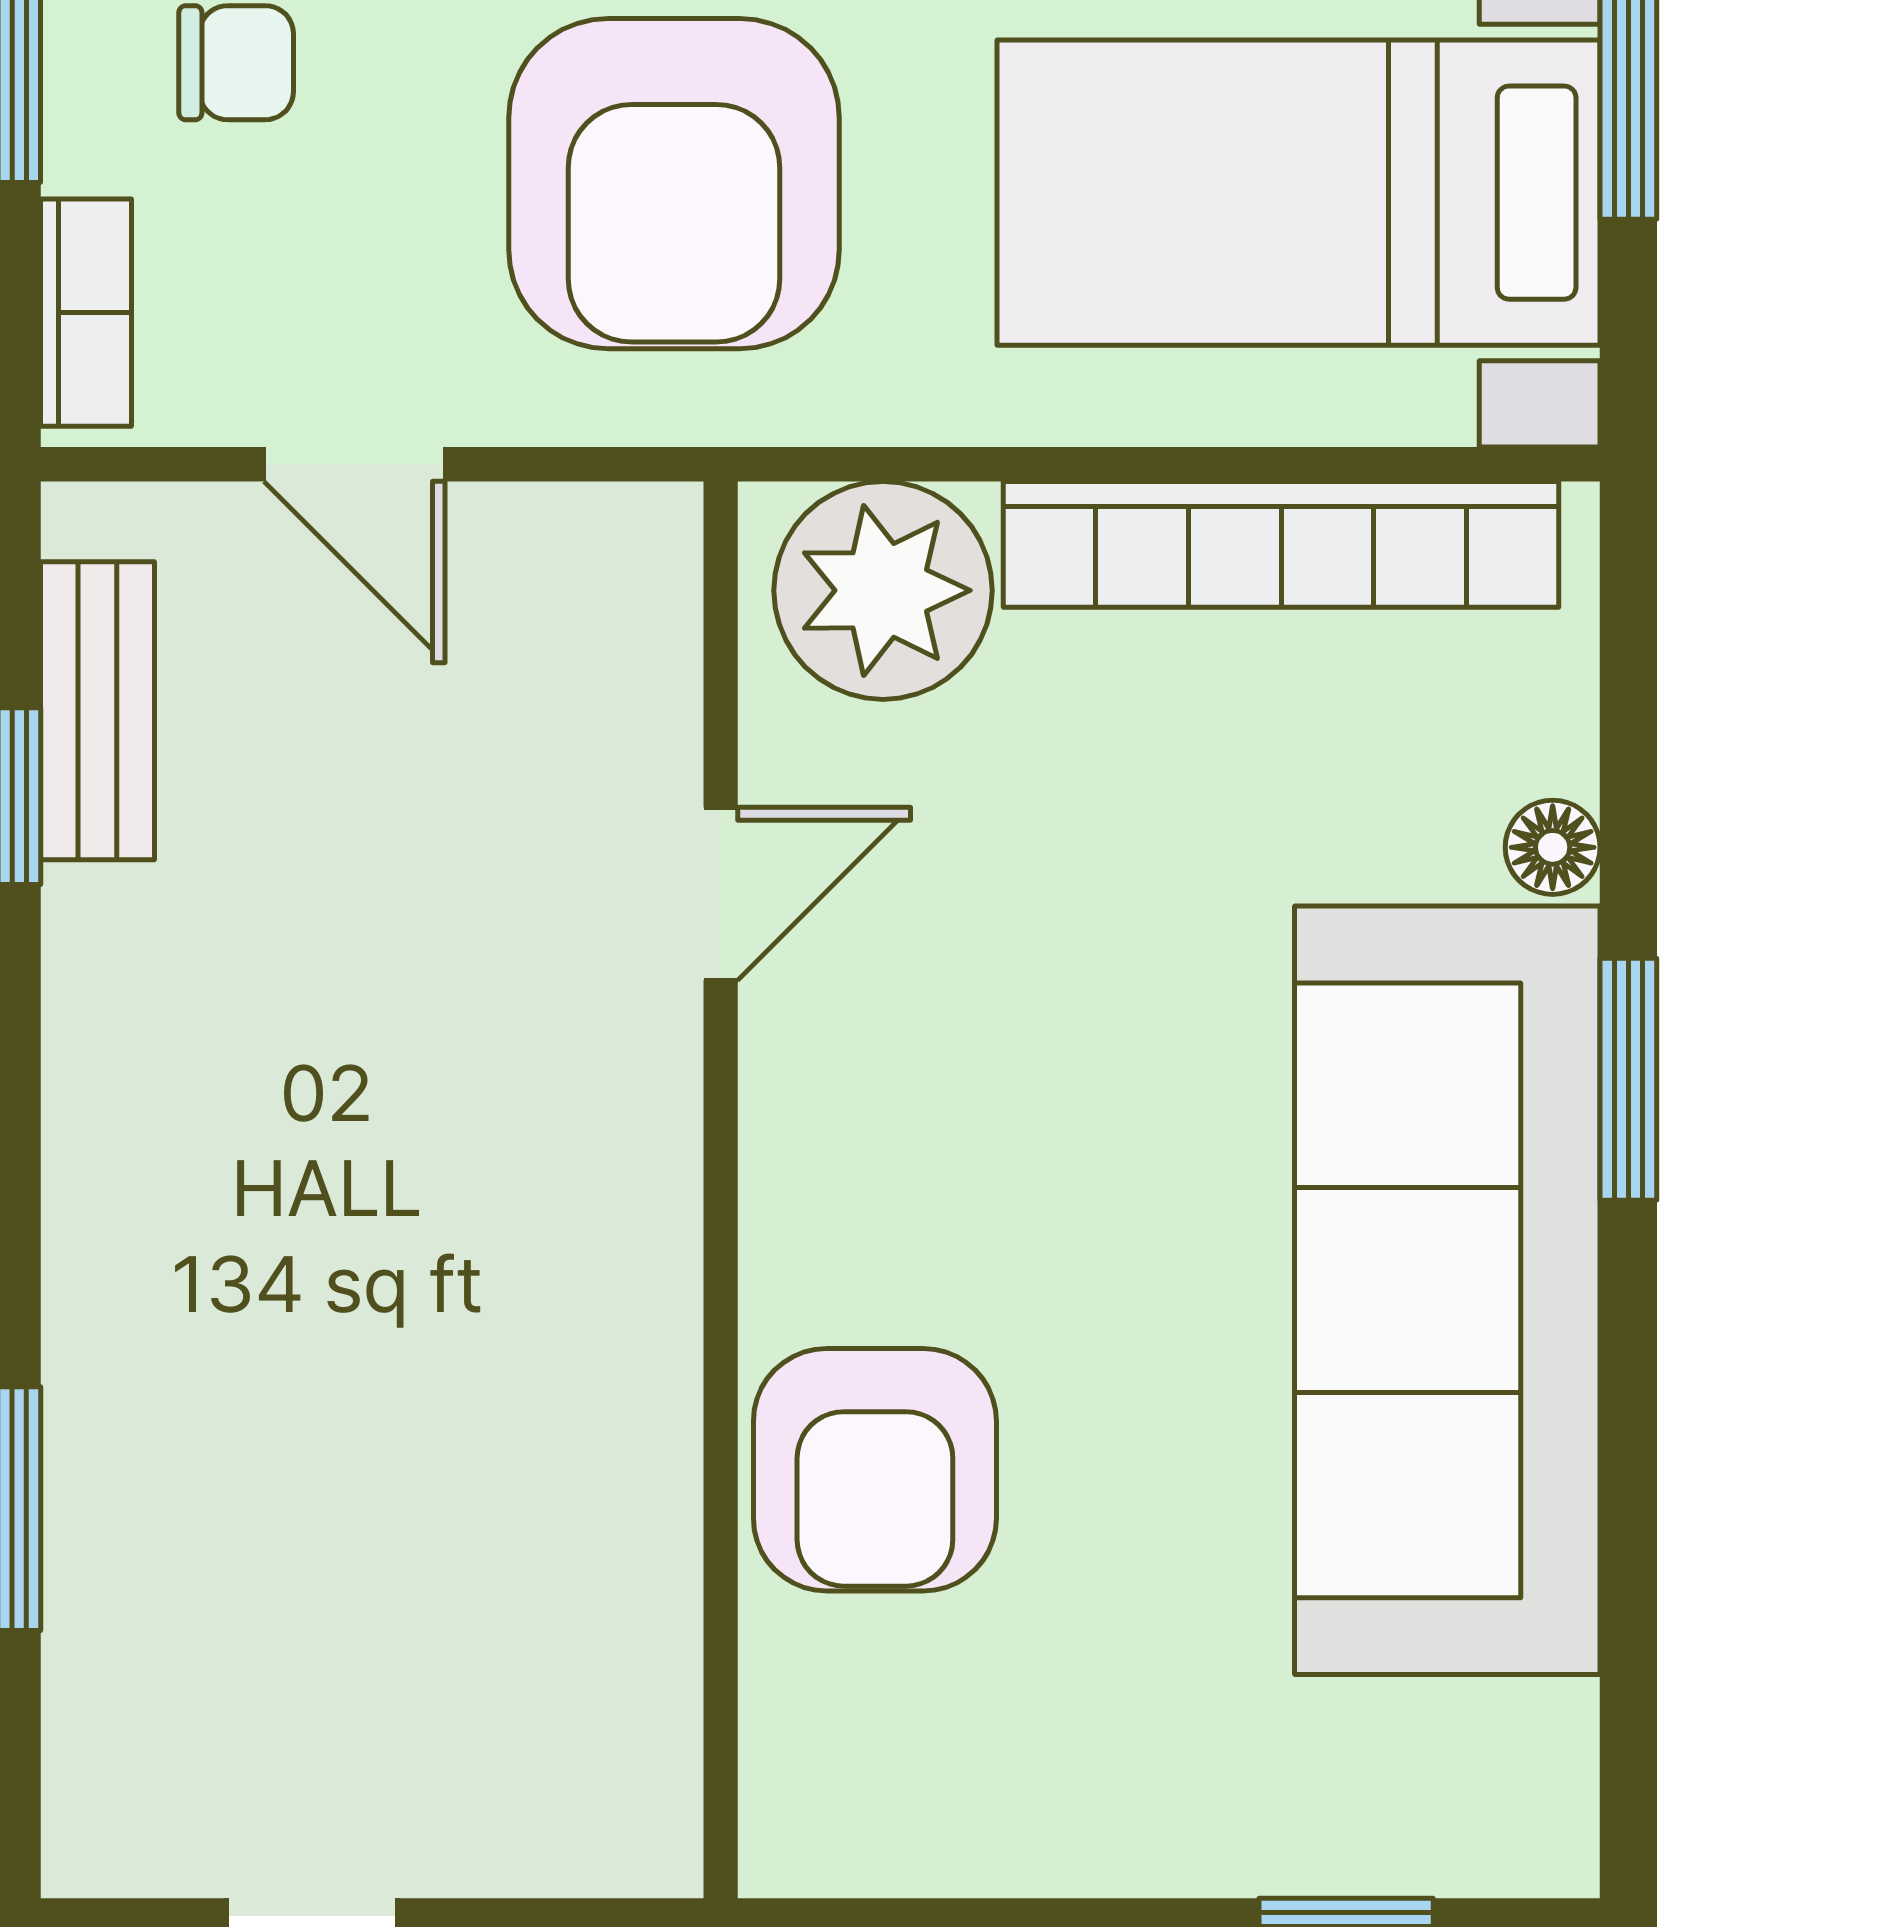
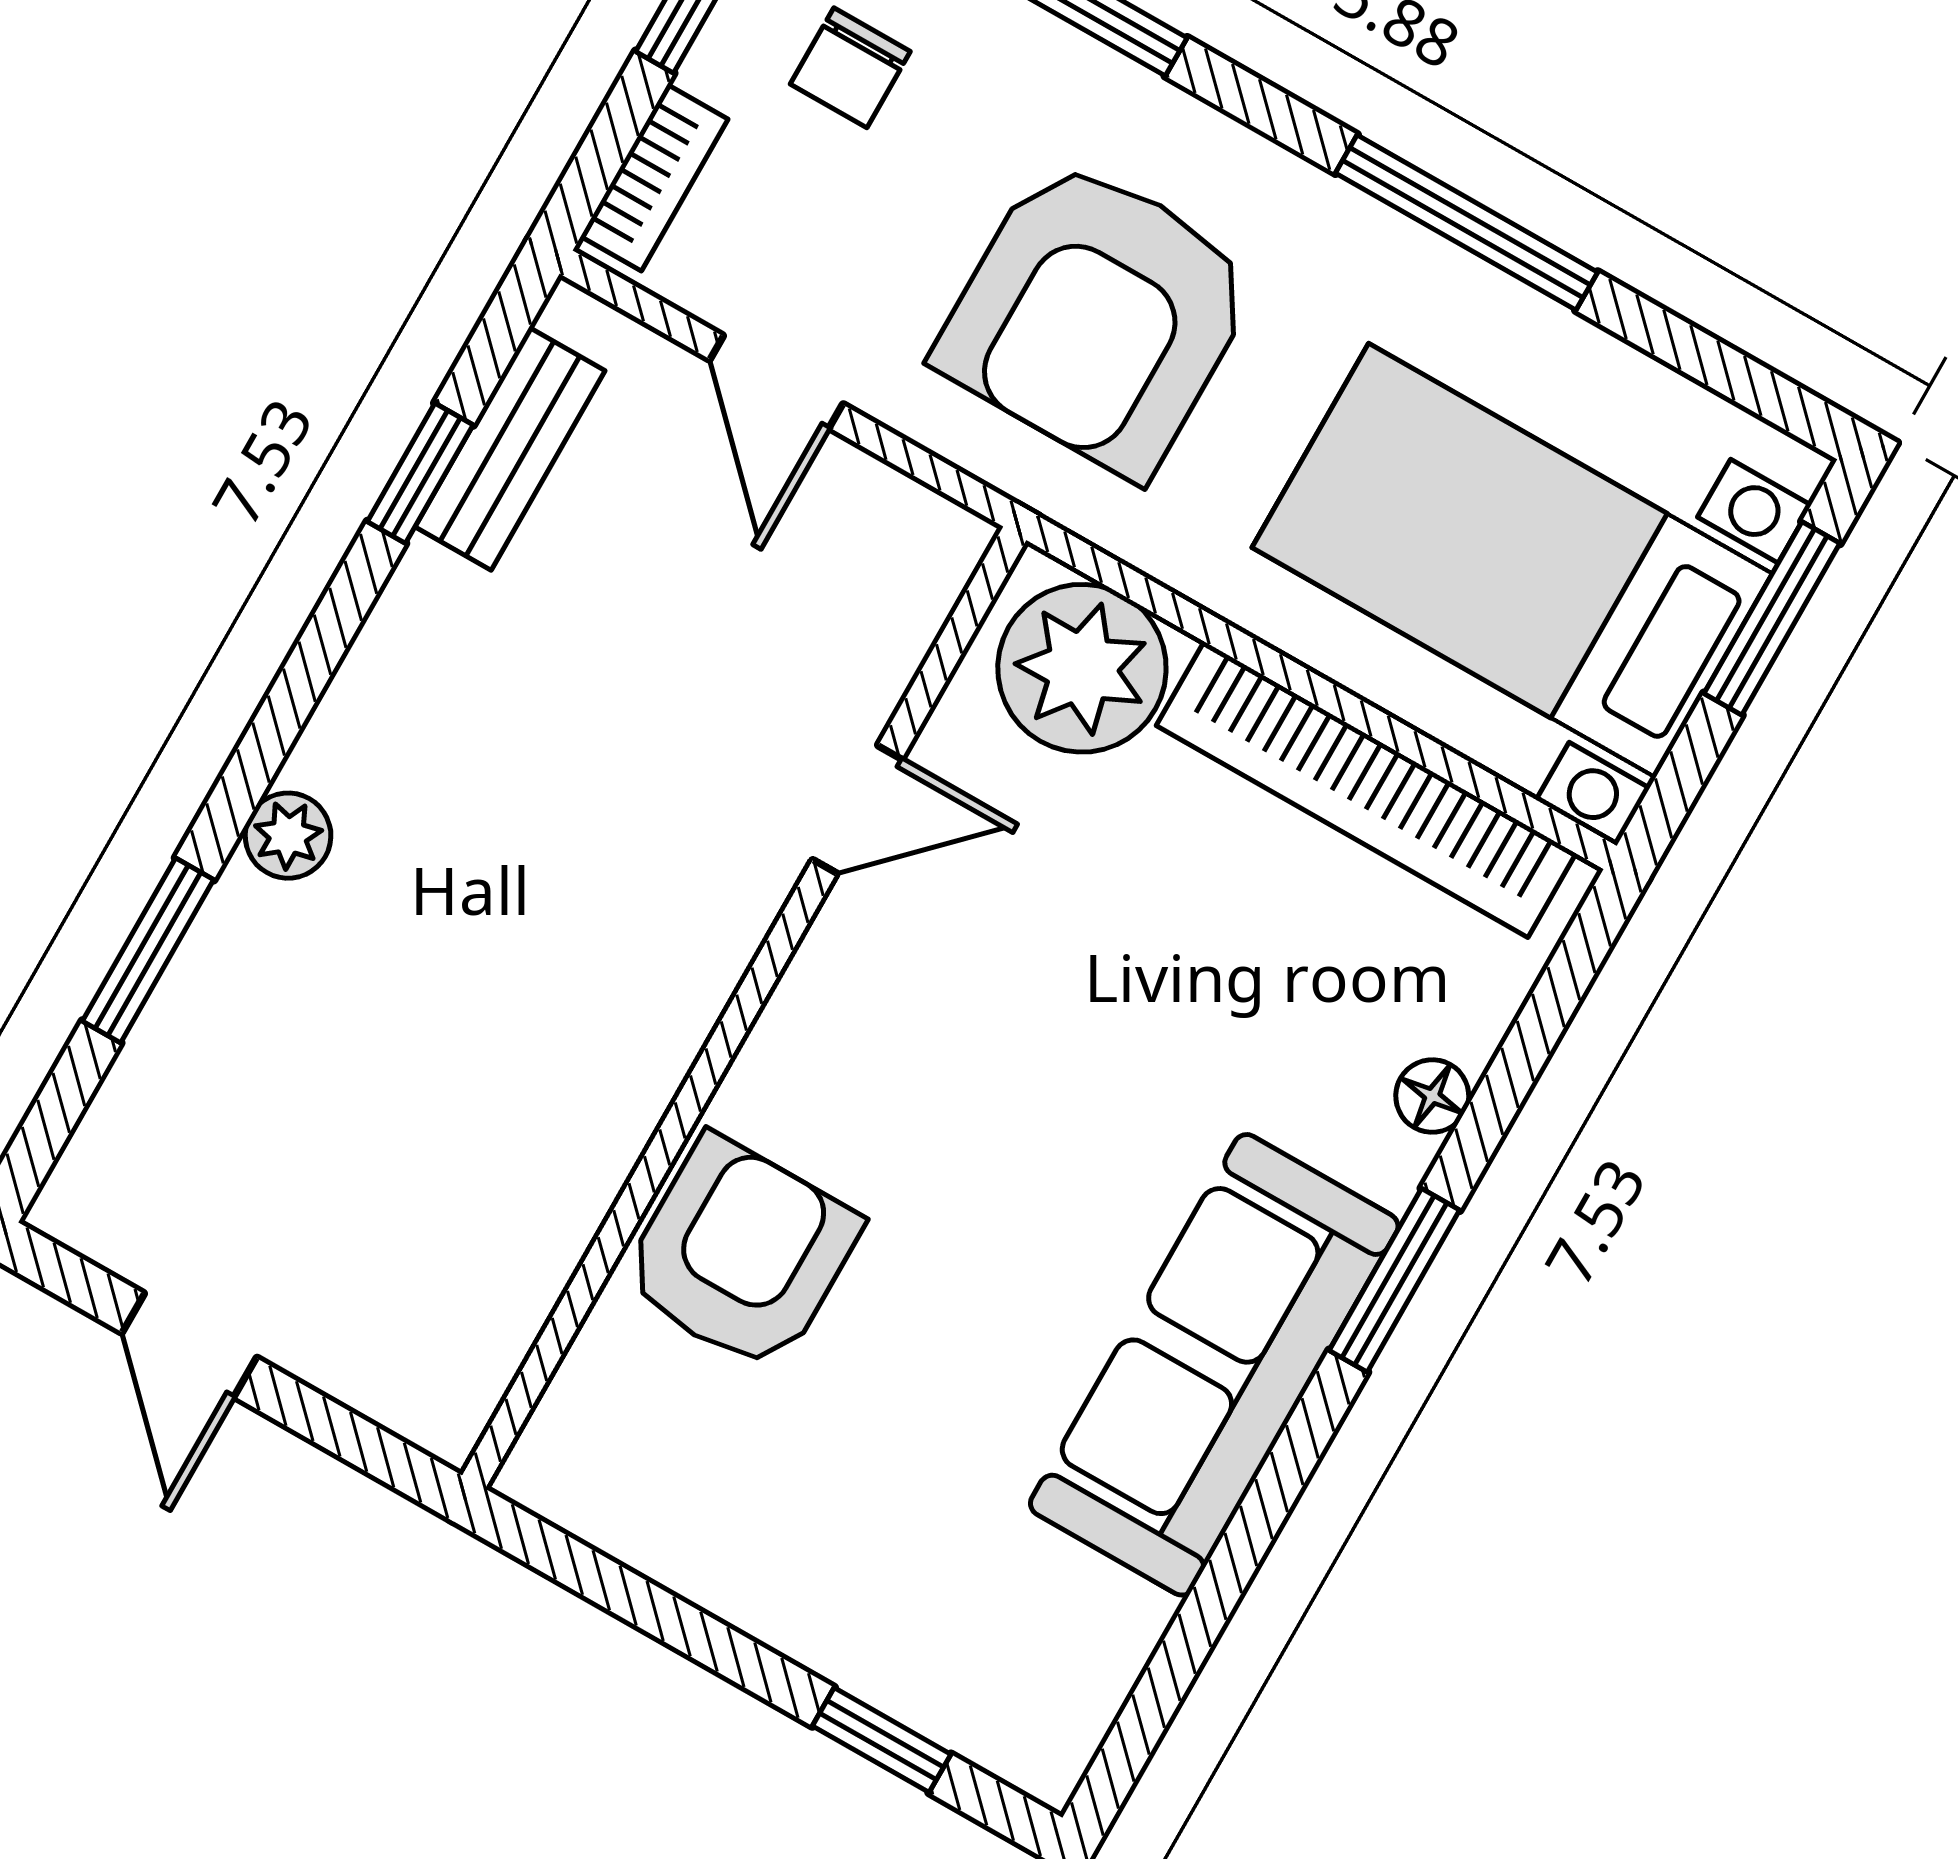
chair: (236, 63) -> (850, 68), turned 90
plant: (96, 1289) -> (288, 836), added
sofa: (1447, 1290) -> (1214, 1365), width x0.74, depth x0.79
armchair: (875, 1470) -> (741, 1254), turned 180

